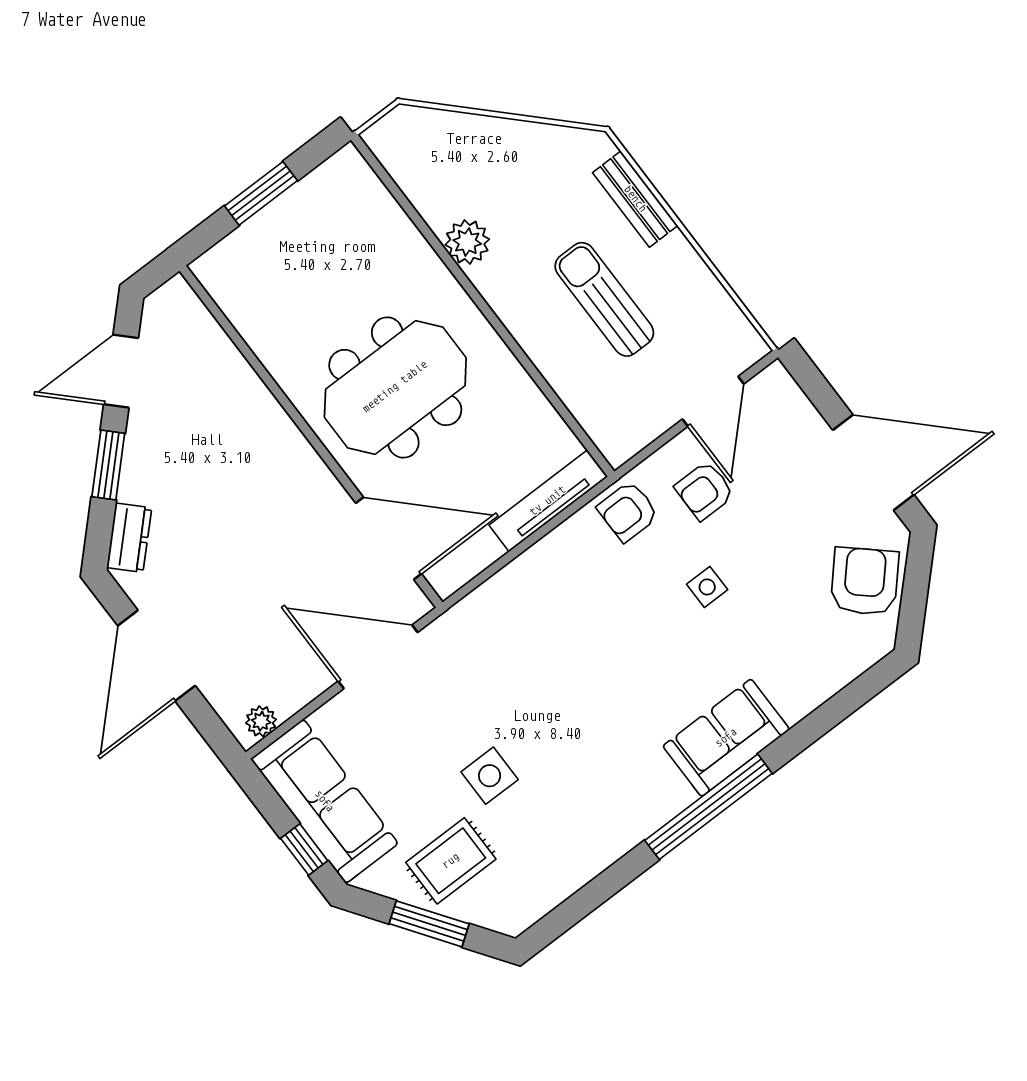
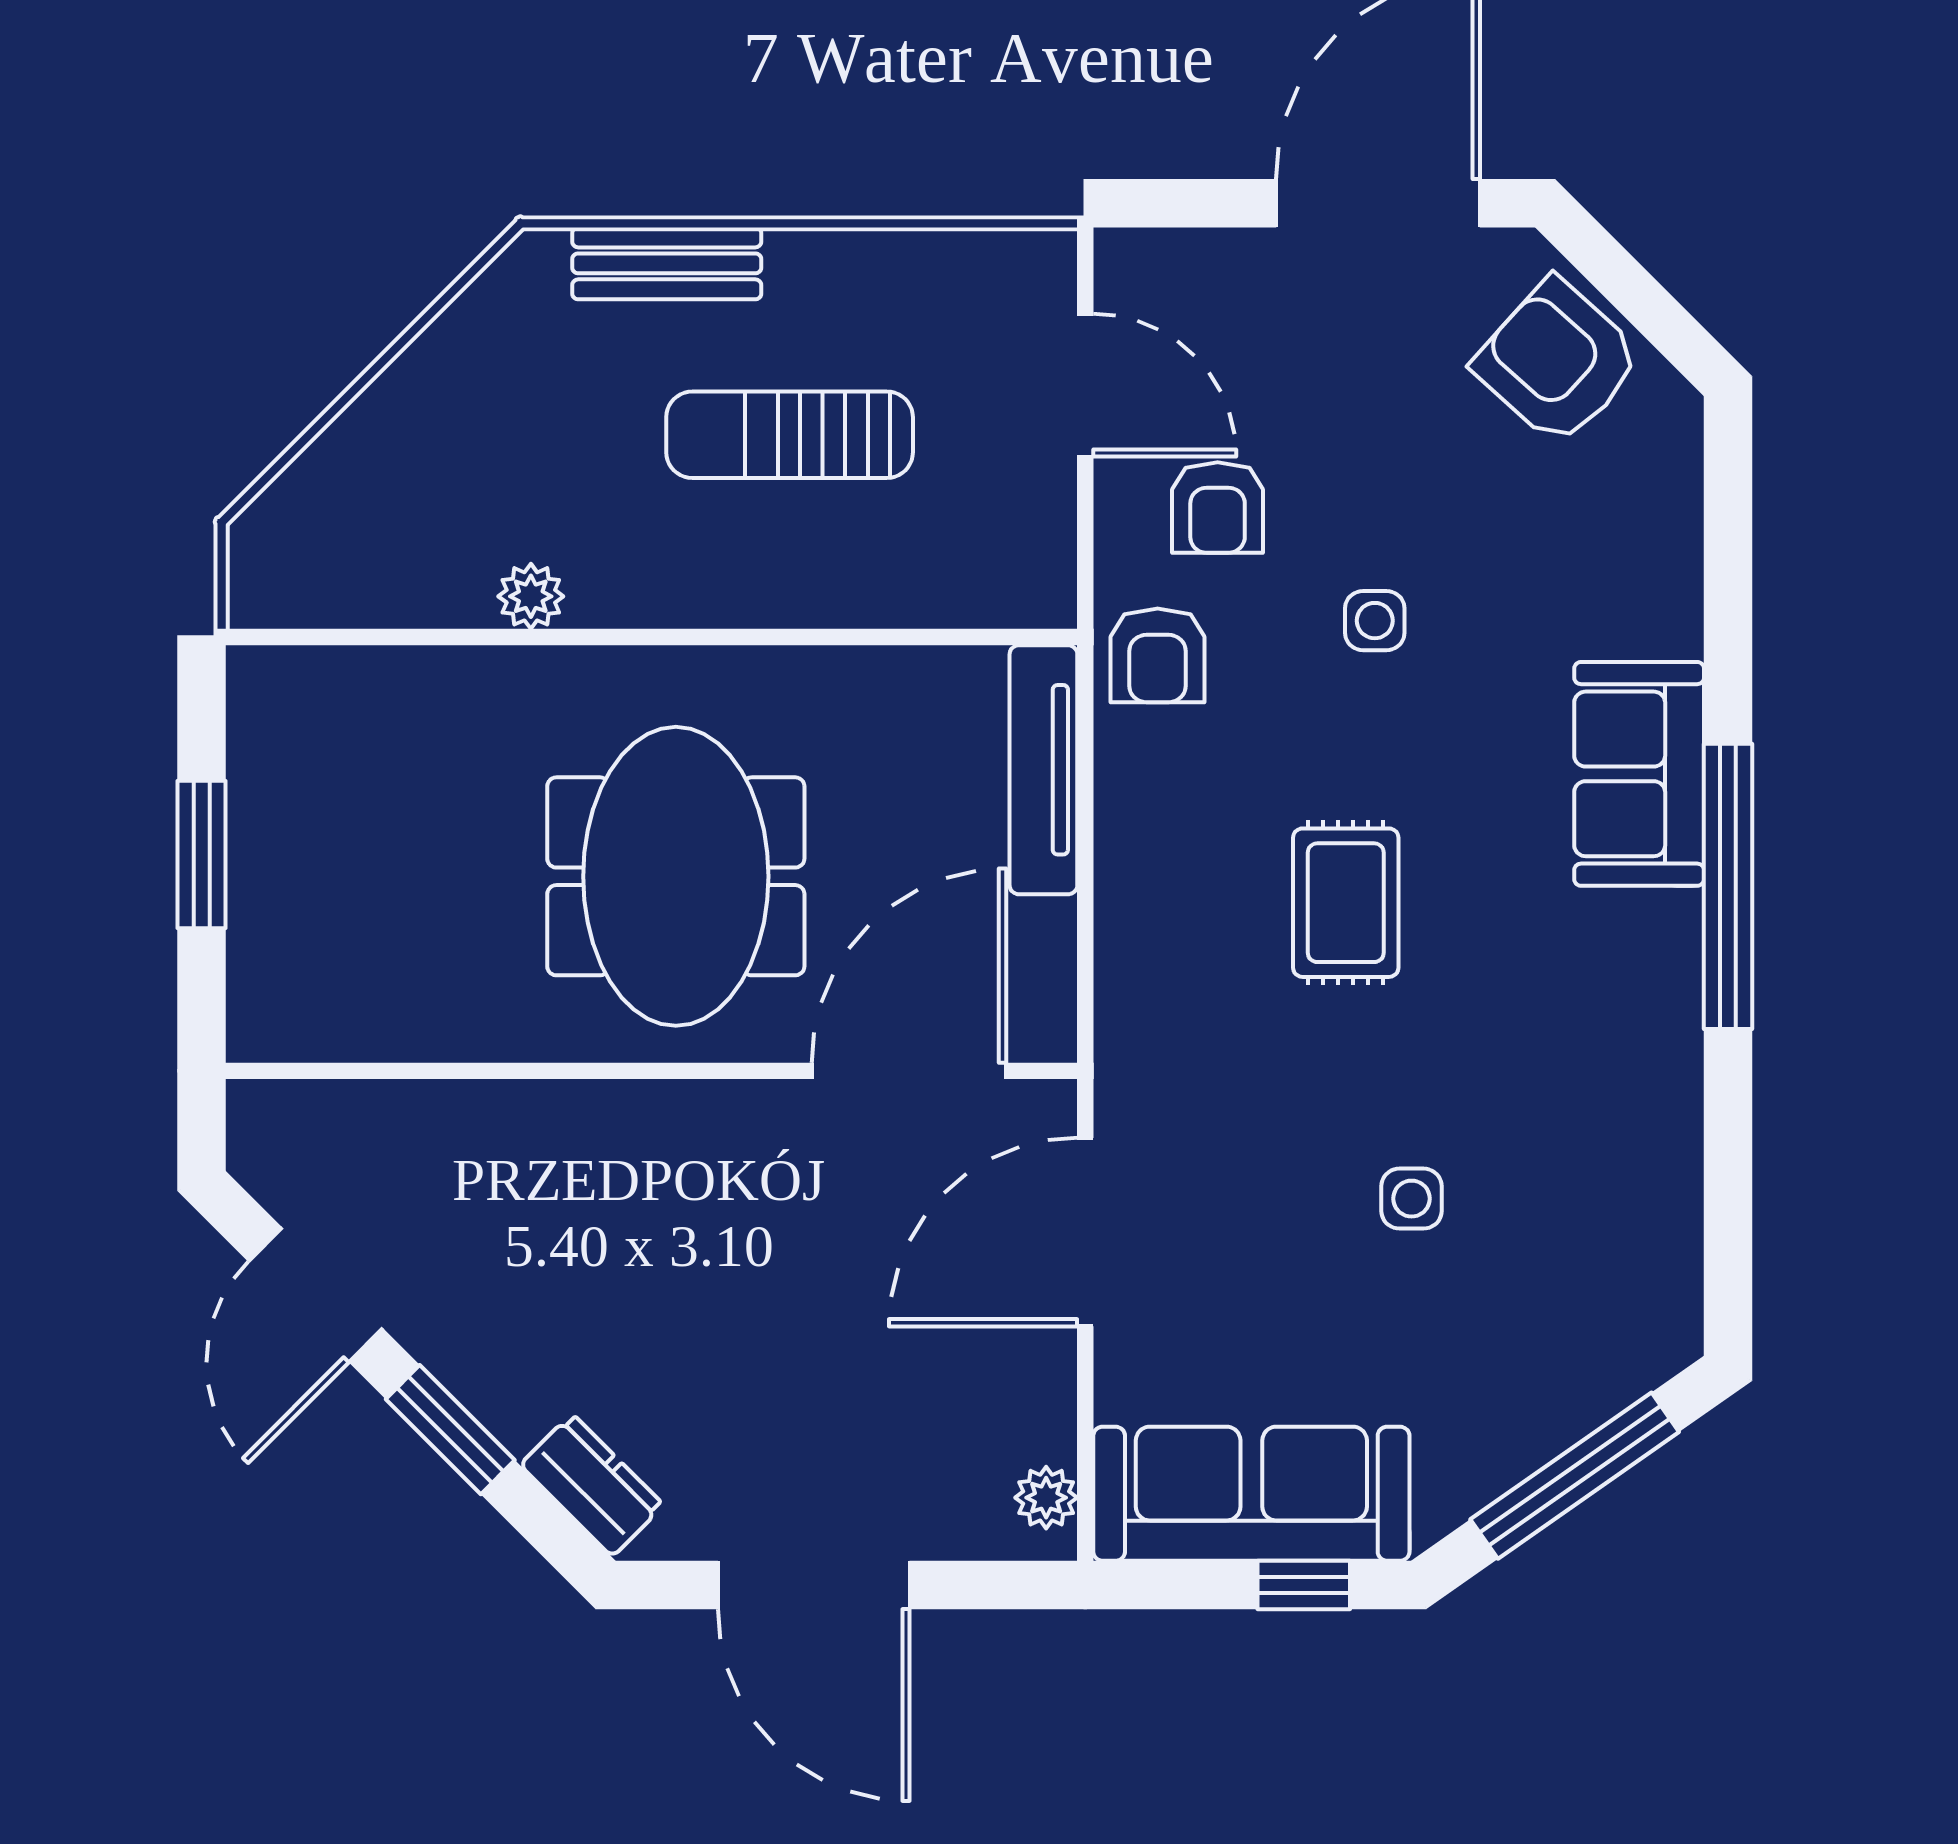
plant: (467, 242) -> (531, 596), width x0.73, depth x0.73
side table: (490, 776) -> (1411, 1199), width x0.73, depth x0.73
rug: (451, 861) -> (1346, 903), moved
window: (429, 924) -> (1575, 1476), width x1.44

